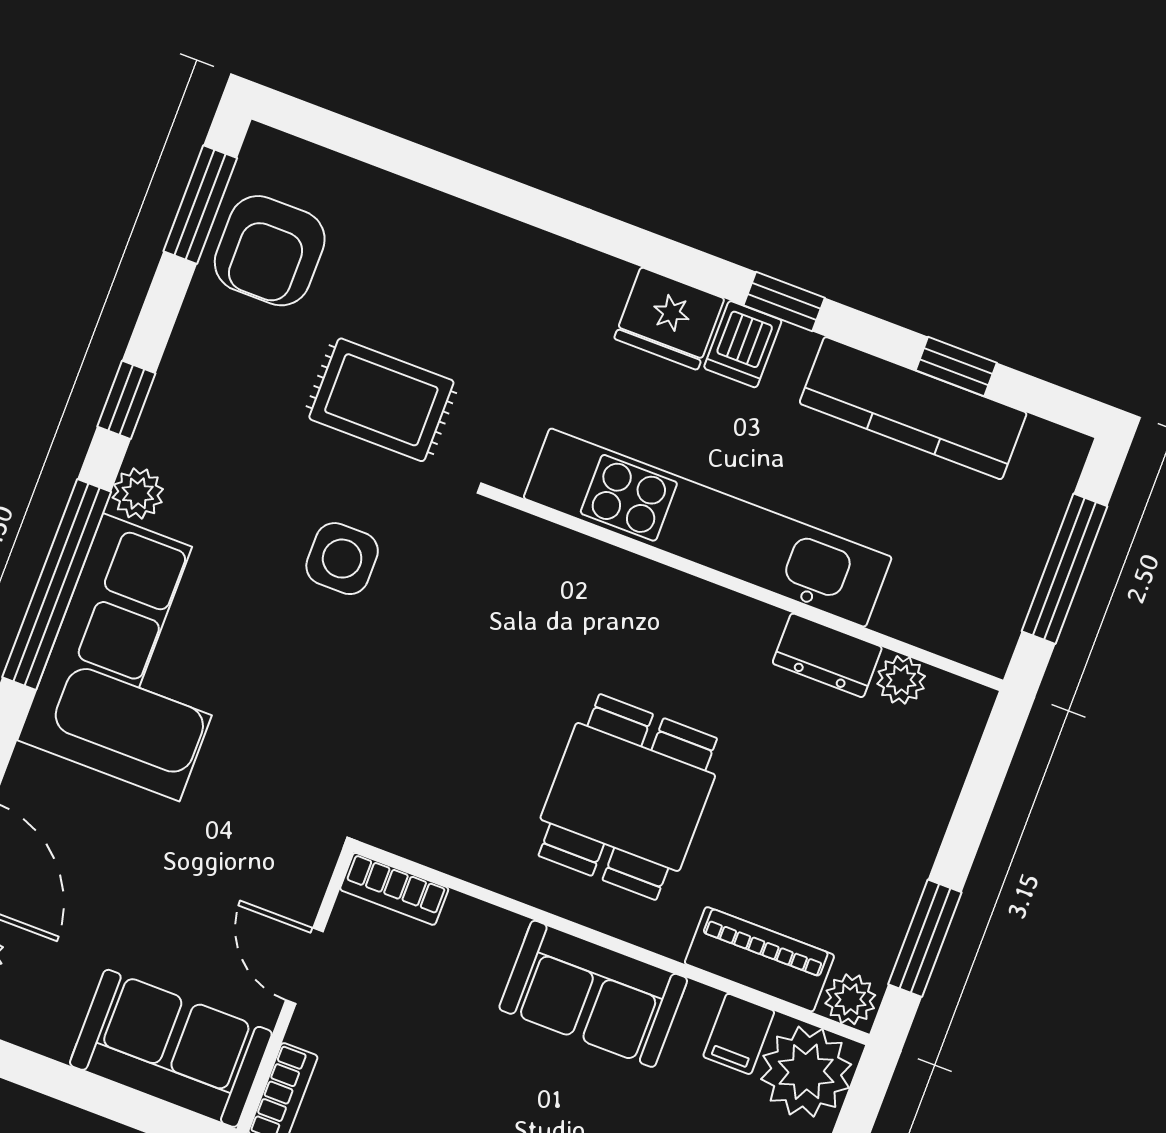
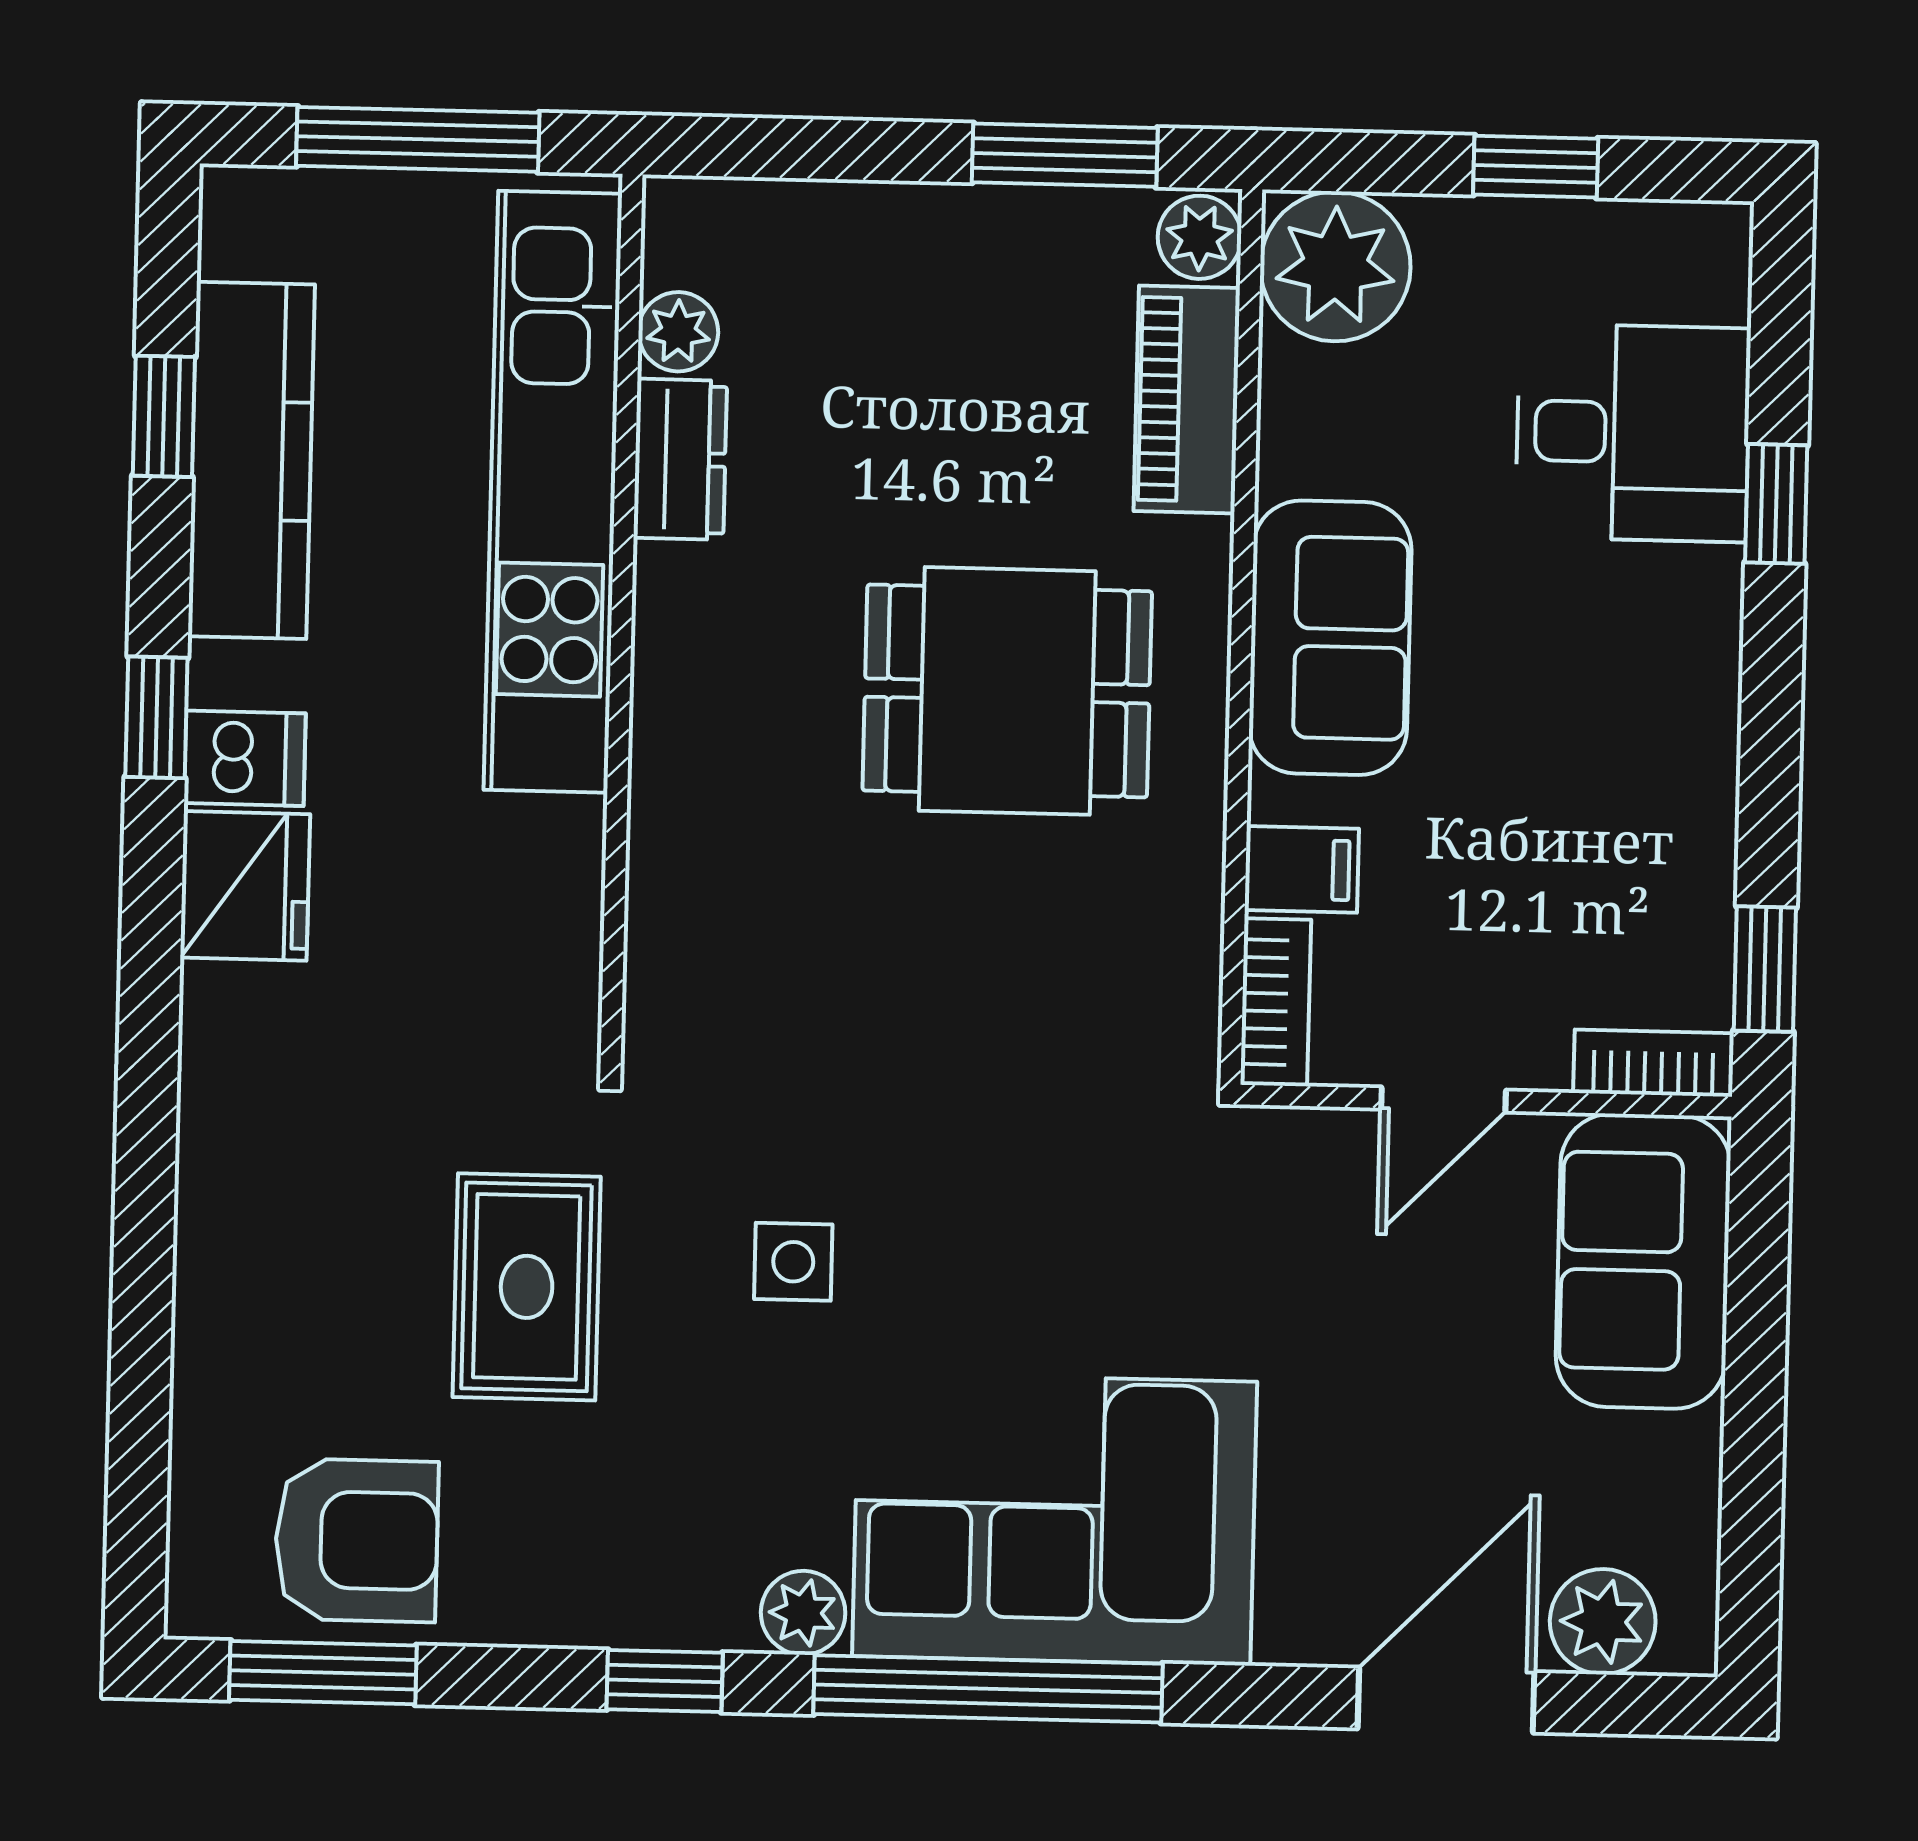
kitchen unit: (708, 528) -> (553, 492), moved
side table: (342, 559) -> (793, 1262), width x0.73, depth x0.73
filing cabinet: (739, 1034) -> (1302, 869), moved

